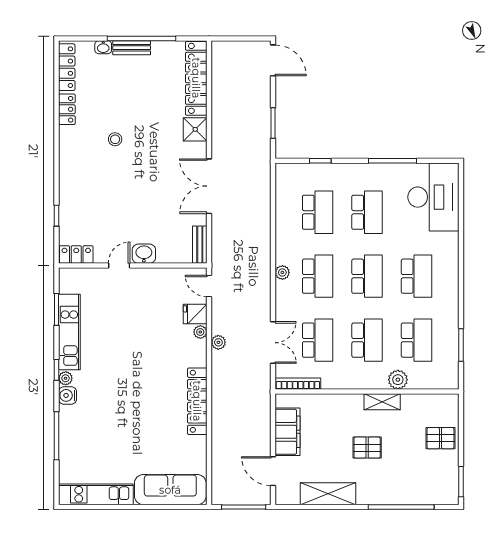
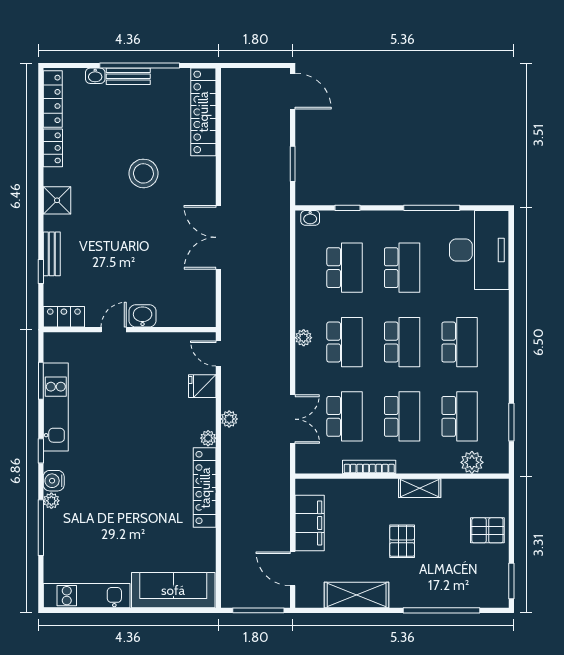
shower: (195, 129) -> (57, 200), moved
stool: (115, 139) -> (143, 173), moved, width x1.89, depth x1.89
washbasin: (288, 169) -> (310, 218), added
bench: (200, 245) -> (52, 254), moved
plant: (200, 332) -> (208, 438), moved
plant: (66, 378) -> (51, 501), moved
plant: (398, 380) -> (472, 462), moved
bookcase: (298, 384) -> (369, 467), moved
pallet: (367, 448) -> (402, 541), turned 90

